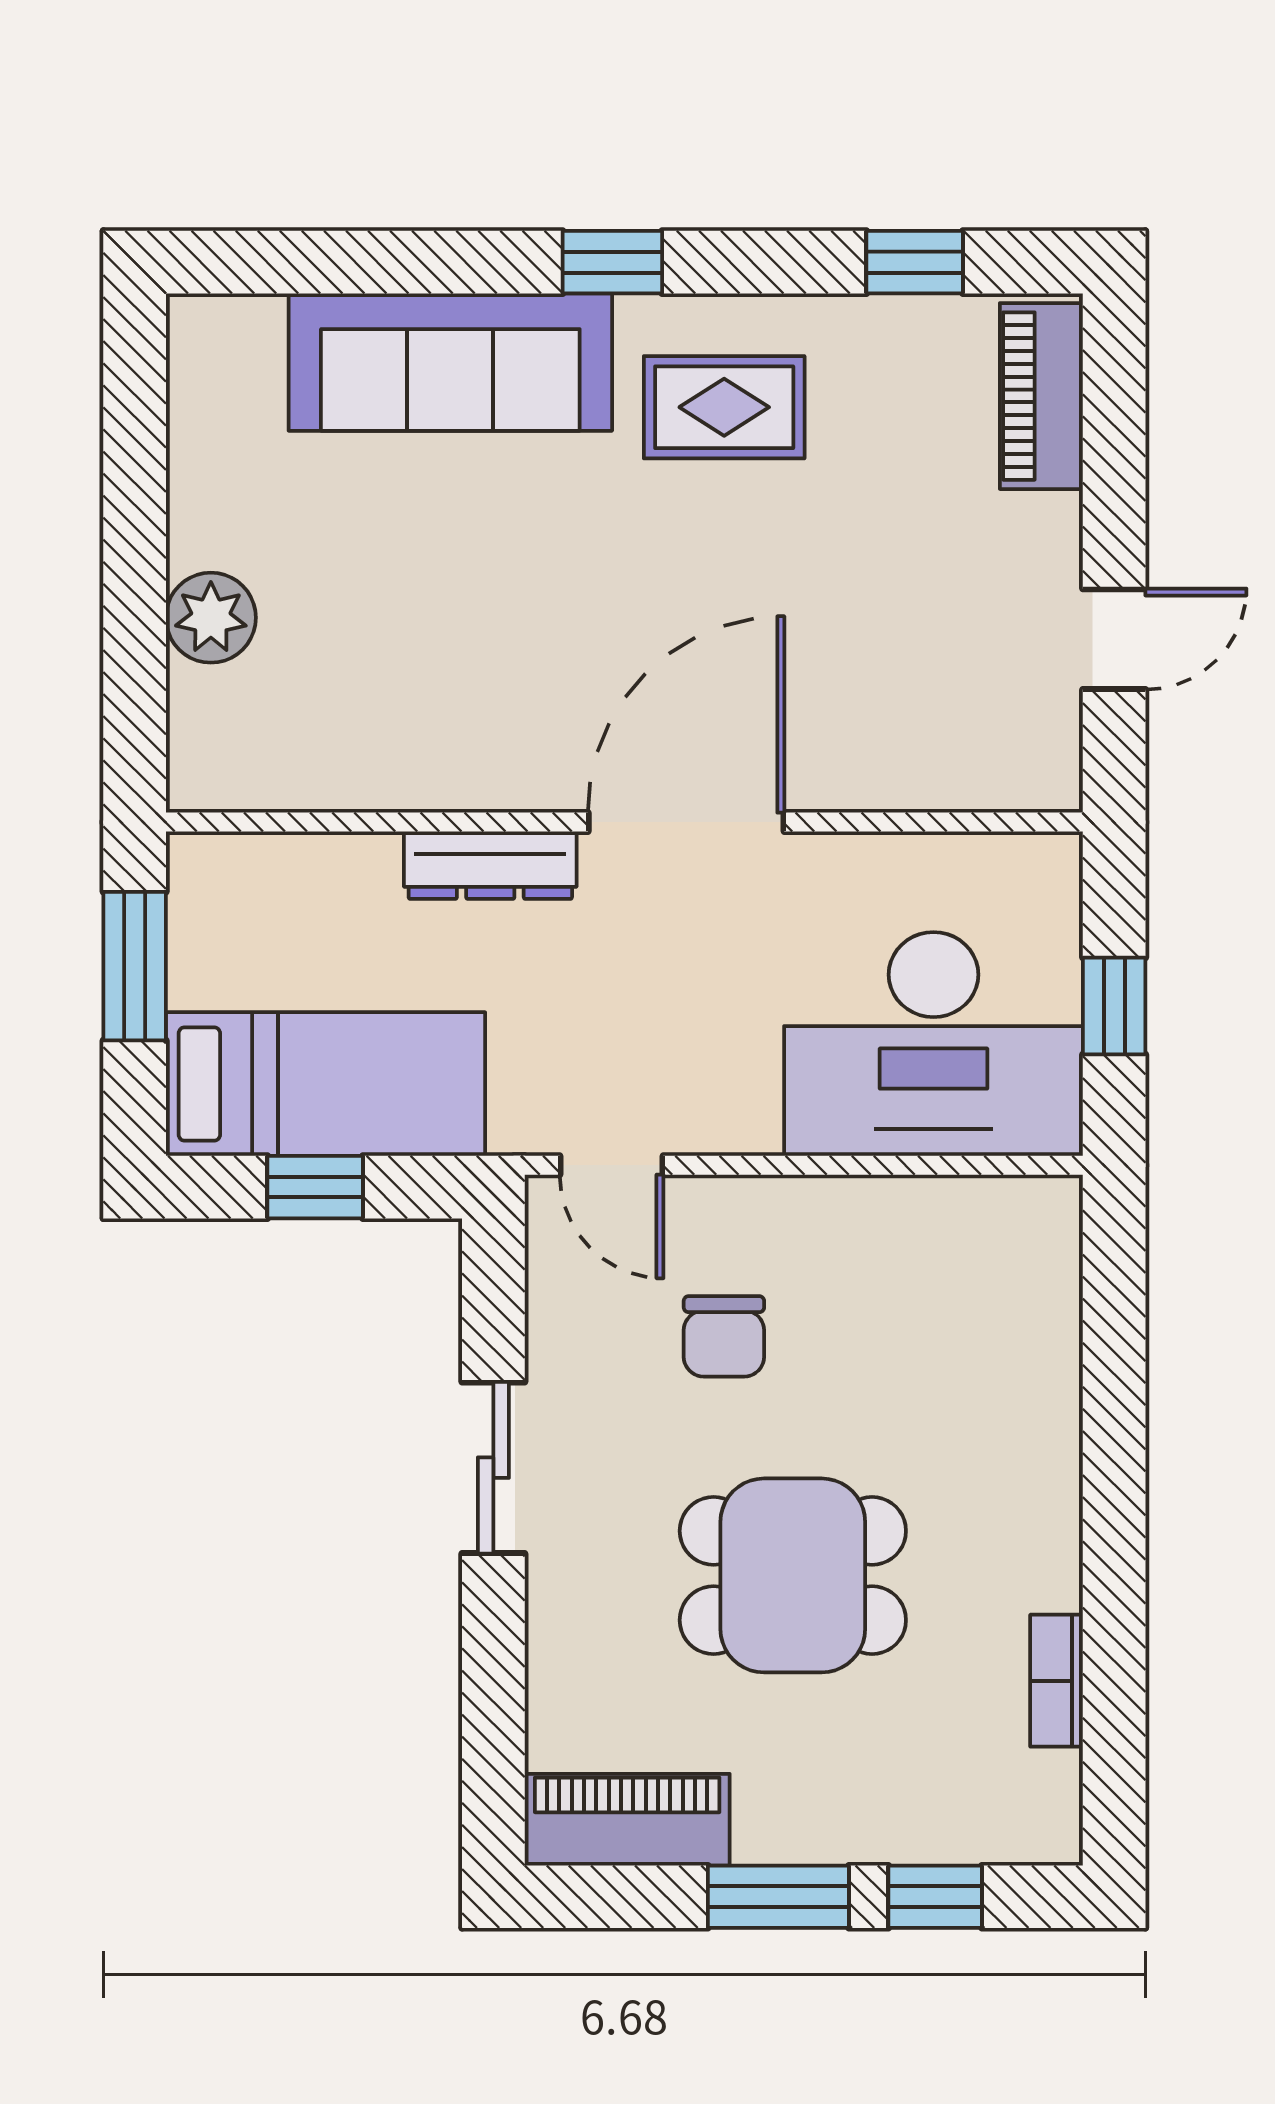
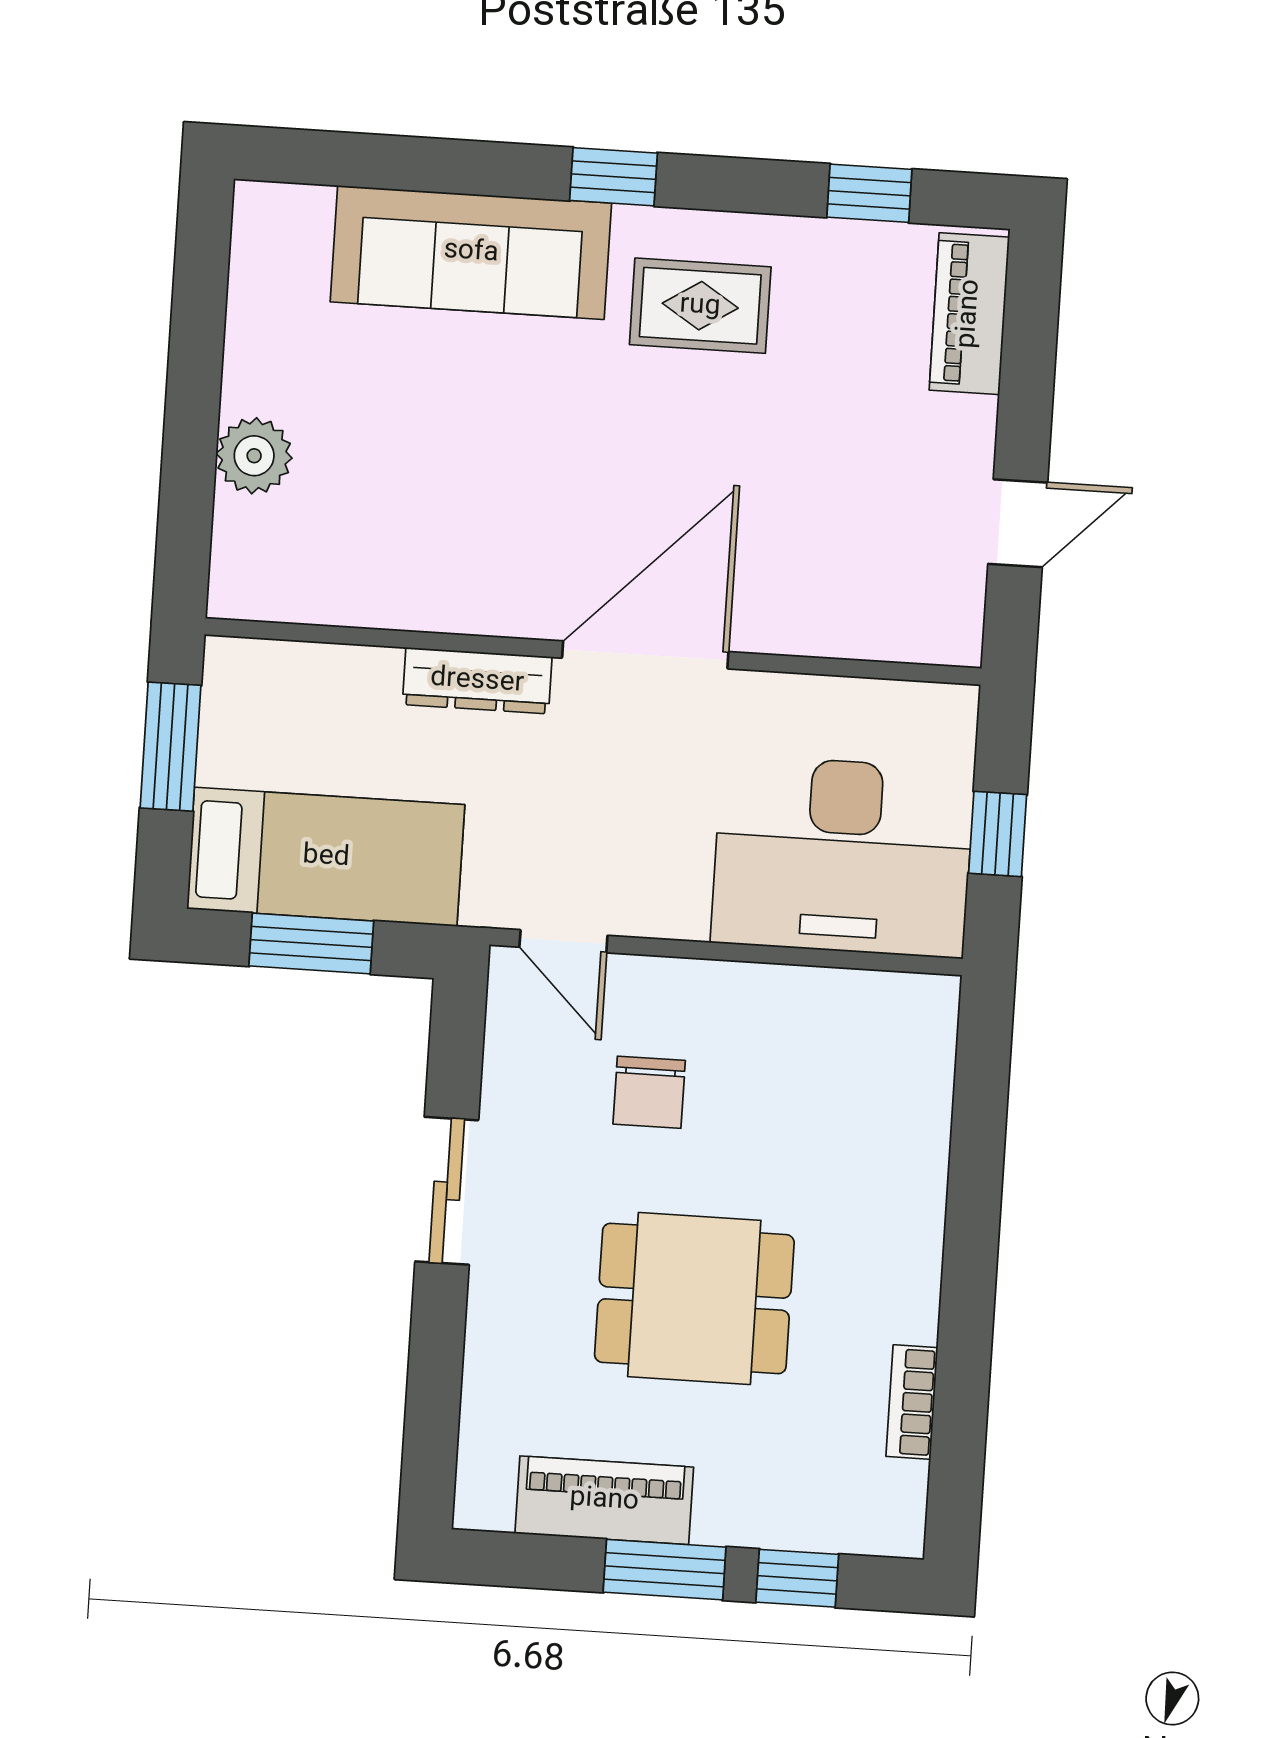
window: (315, 1187) -> (311, 943), width x1.50
piano: (627, 1820) -> (604, 1500), moved

